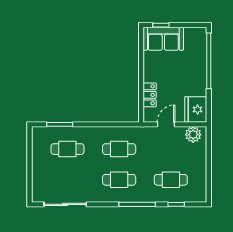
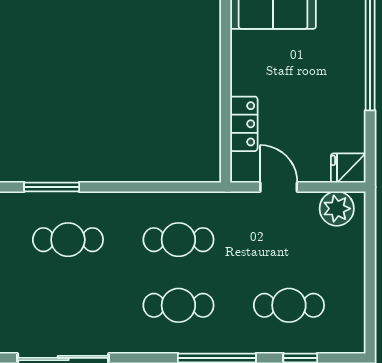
fridge: (196, 109) -> (348, 168), width x0.53, depth x0.75
door: (166, 124) -> (279, 187), hinge flipped

